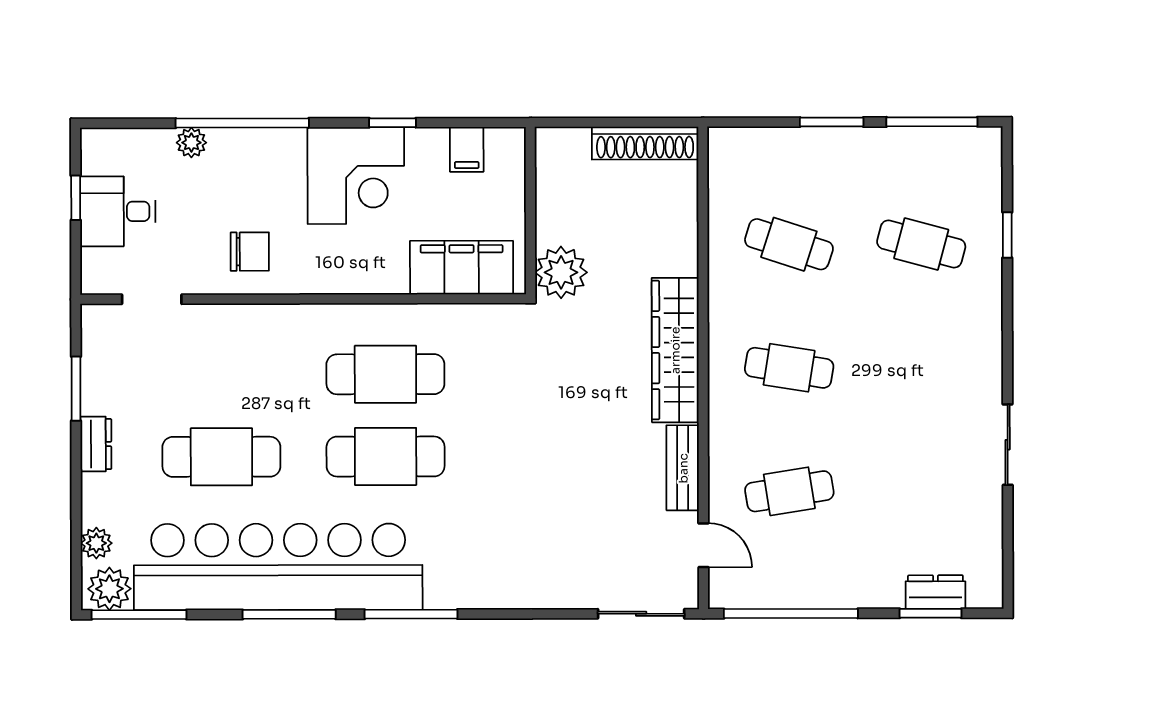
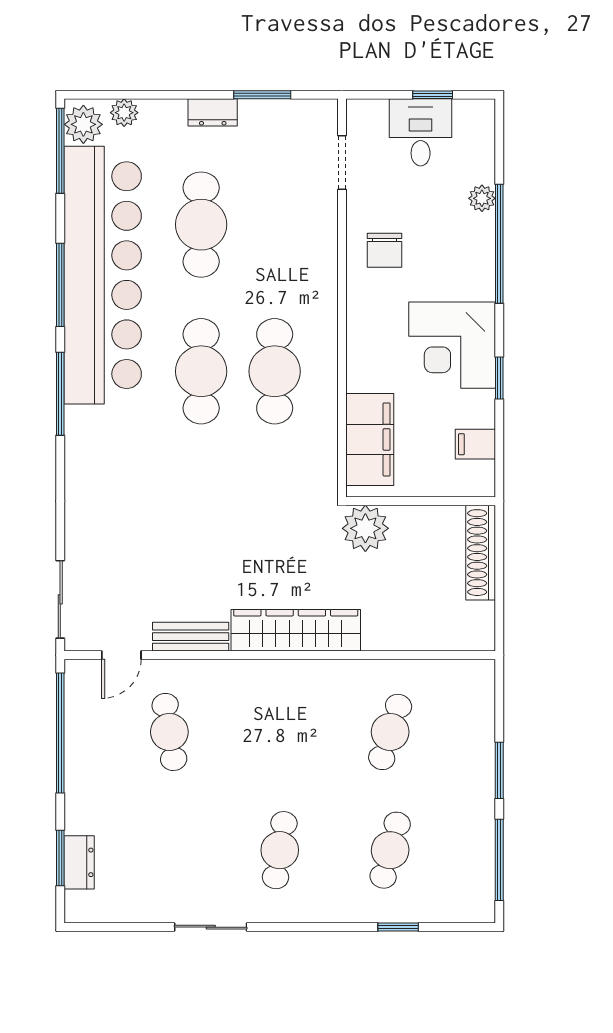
shoe rack: (645, 143) -> (481, 553), moved
cafe table: (789, 368) -> (280, 850), moved

